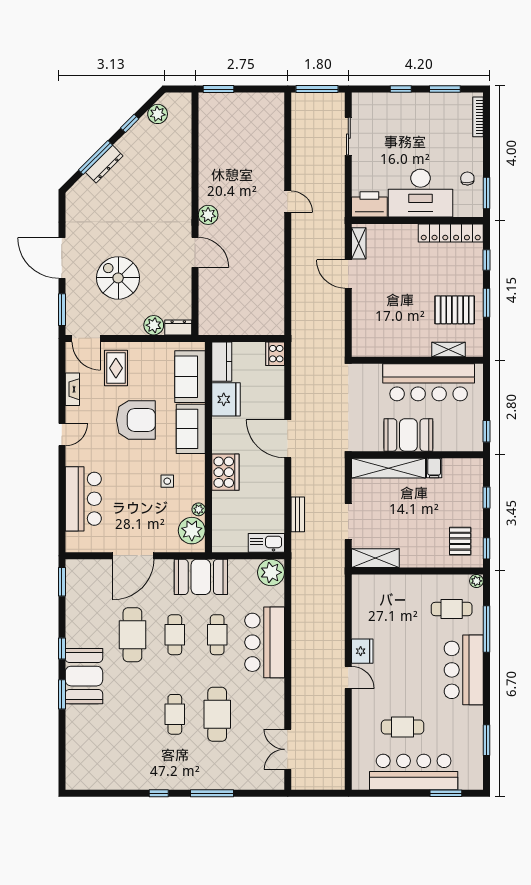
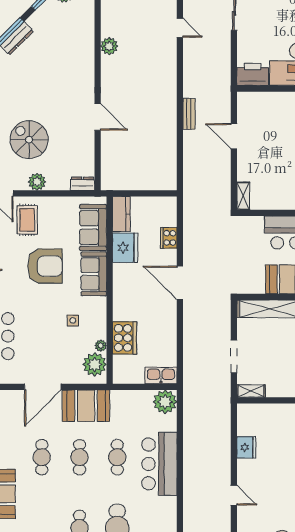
door: (288, 202) -> (180, 28), moved
plant: (208, 215) -> (109, 46), moved
shelving: (359, 243) -> (243, 196), moved
plant: (154, 325) -> (37, 182), moved
cooker: (275, 354) -> (169, 238), moved
cooker: (225, 472) -> (124, 338), moved
bench: (298, 514) -> (189, 114), moved
shelving: (375, 558) -> (251, 391), width x0.67, depth x0.75
booth: (201, 577) -> (86, 406), moved
cafe table: (132, 635) -> (42, 457), width x0.73, depth x0.74
fridge: (362, 651) -> (246, 447), moved

